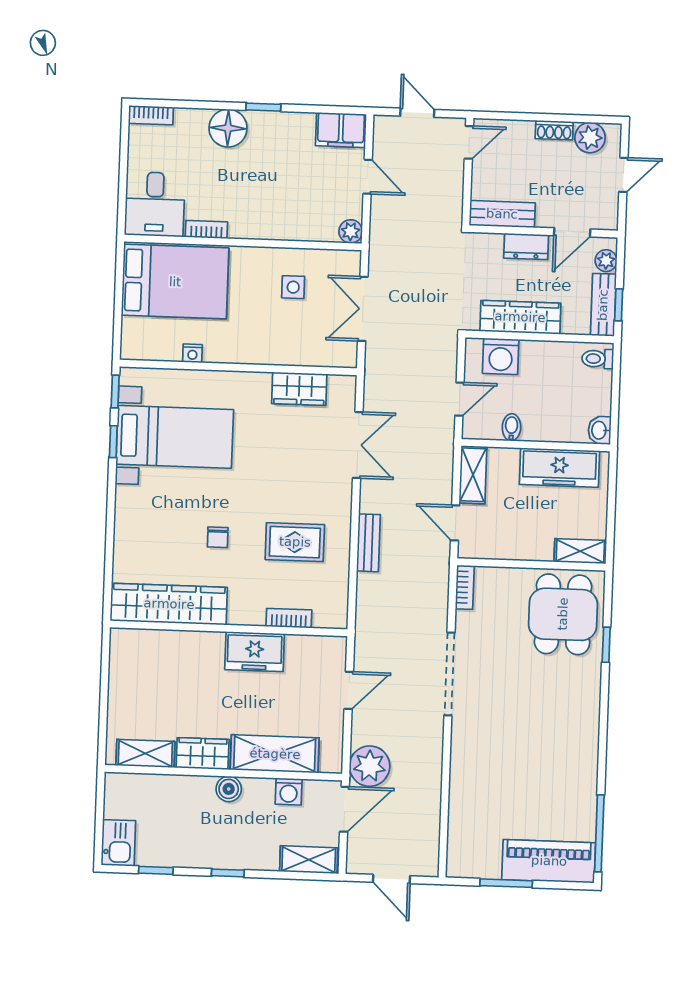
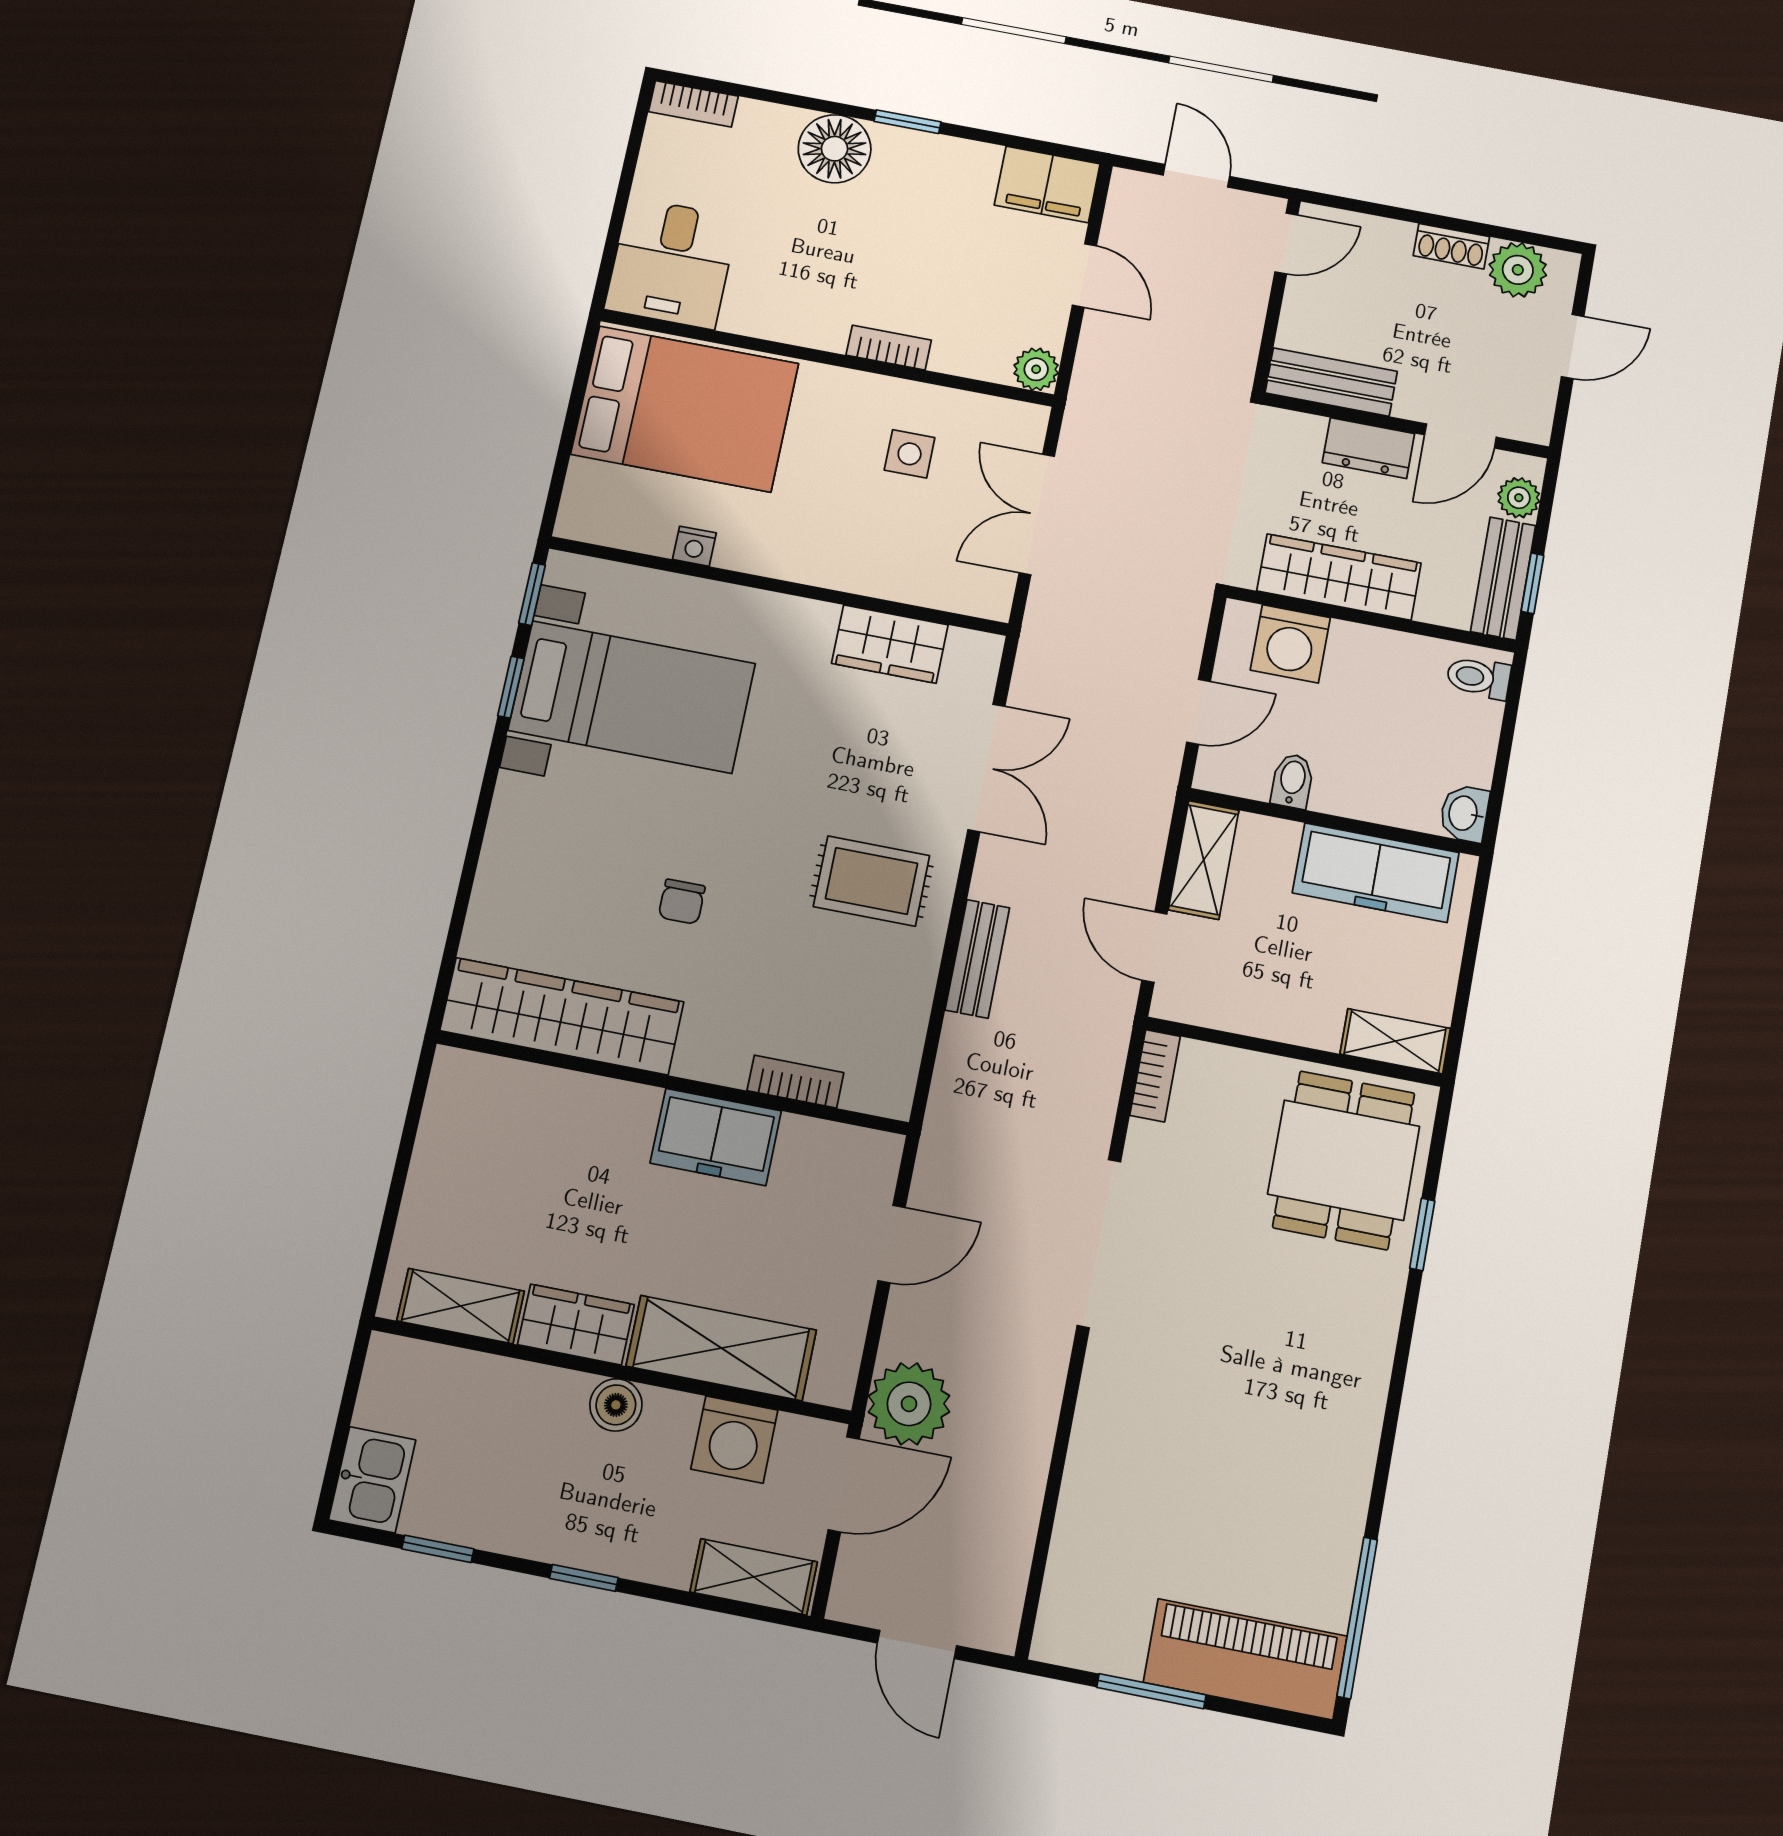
bookcase: (206, 229) -> (889, 348), moved
rug: (295, 542) -> (872, 881), moved
washing machine: (289, 792) -> (734, 1440), width x1.38, depth x1.38

